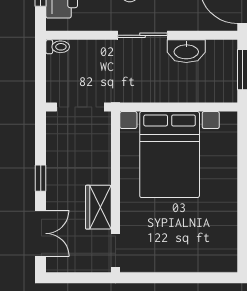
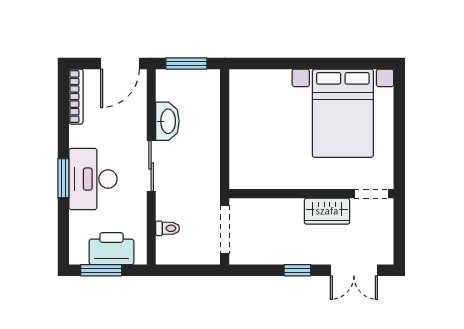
toilet: (58, 47) -> (168, 228), moved, turned 90
bed with nightstands: (170, 155) -> (343, 113), moved, turned 90
double door: (41, 233) -> (354, 270), swing flipped

